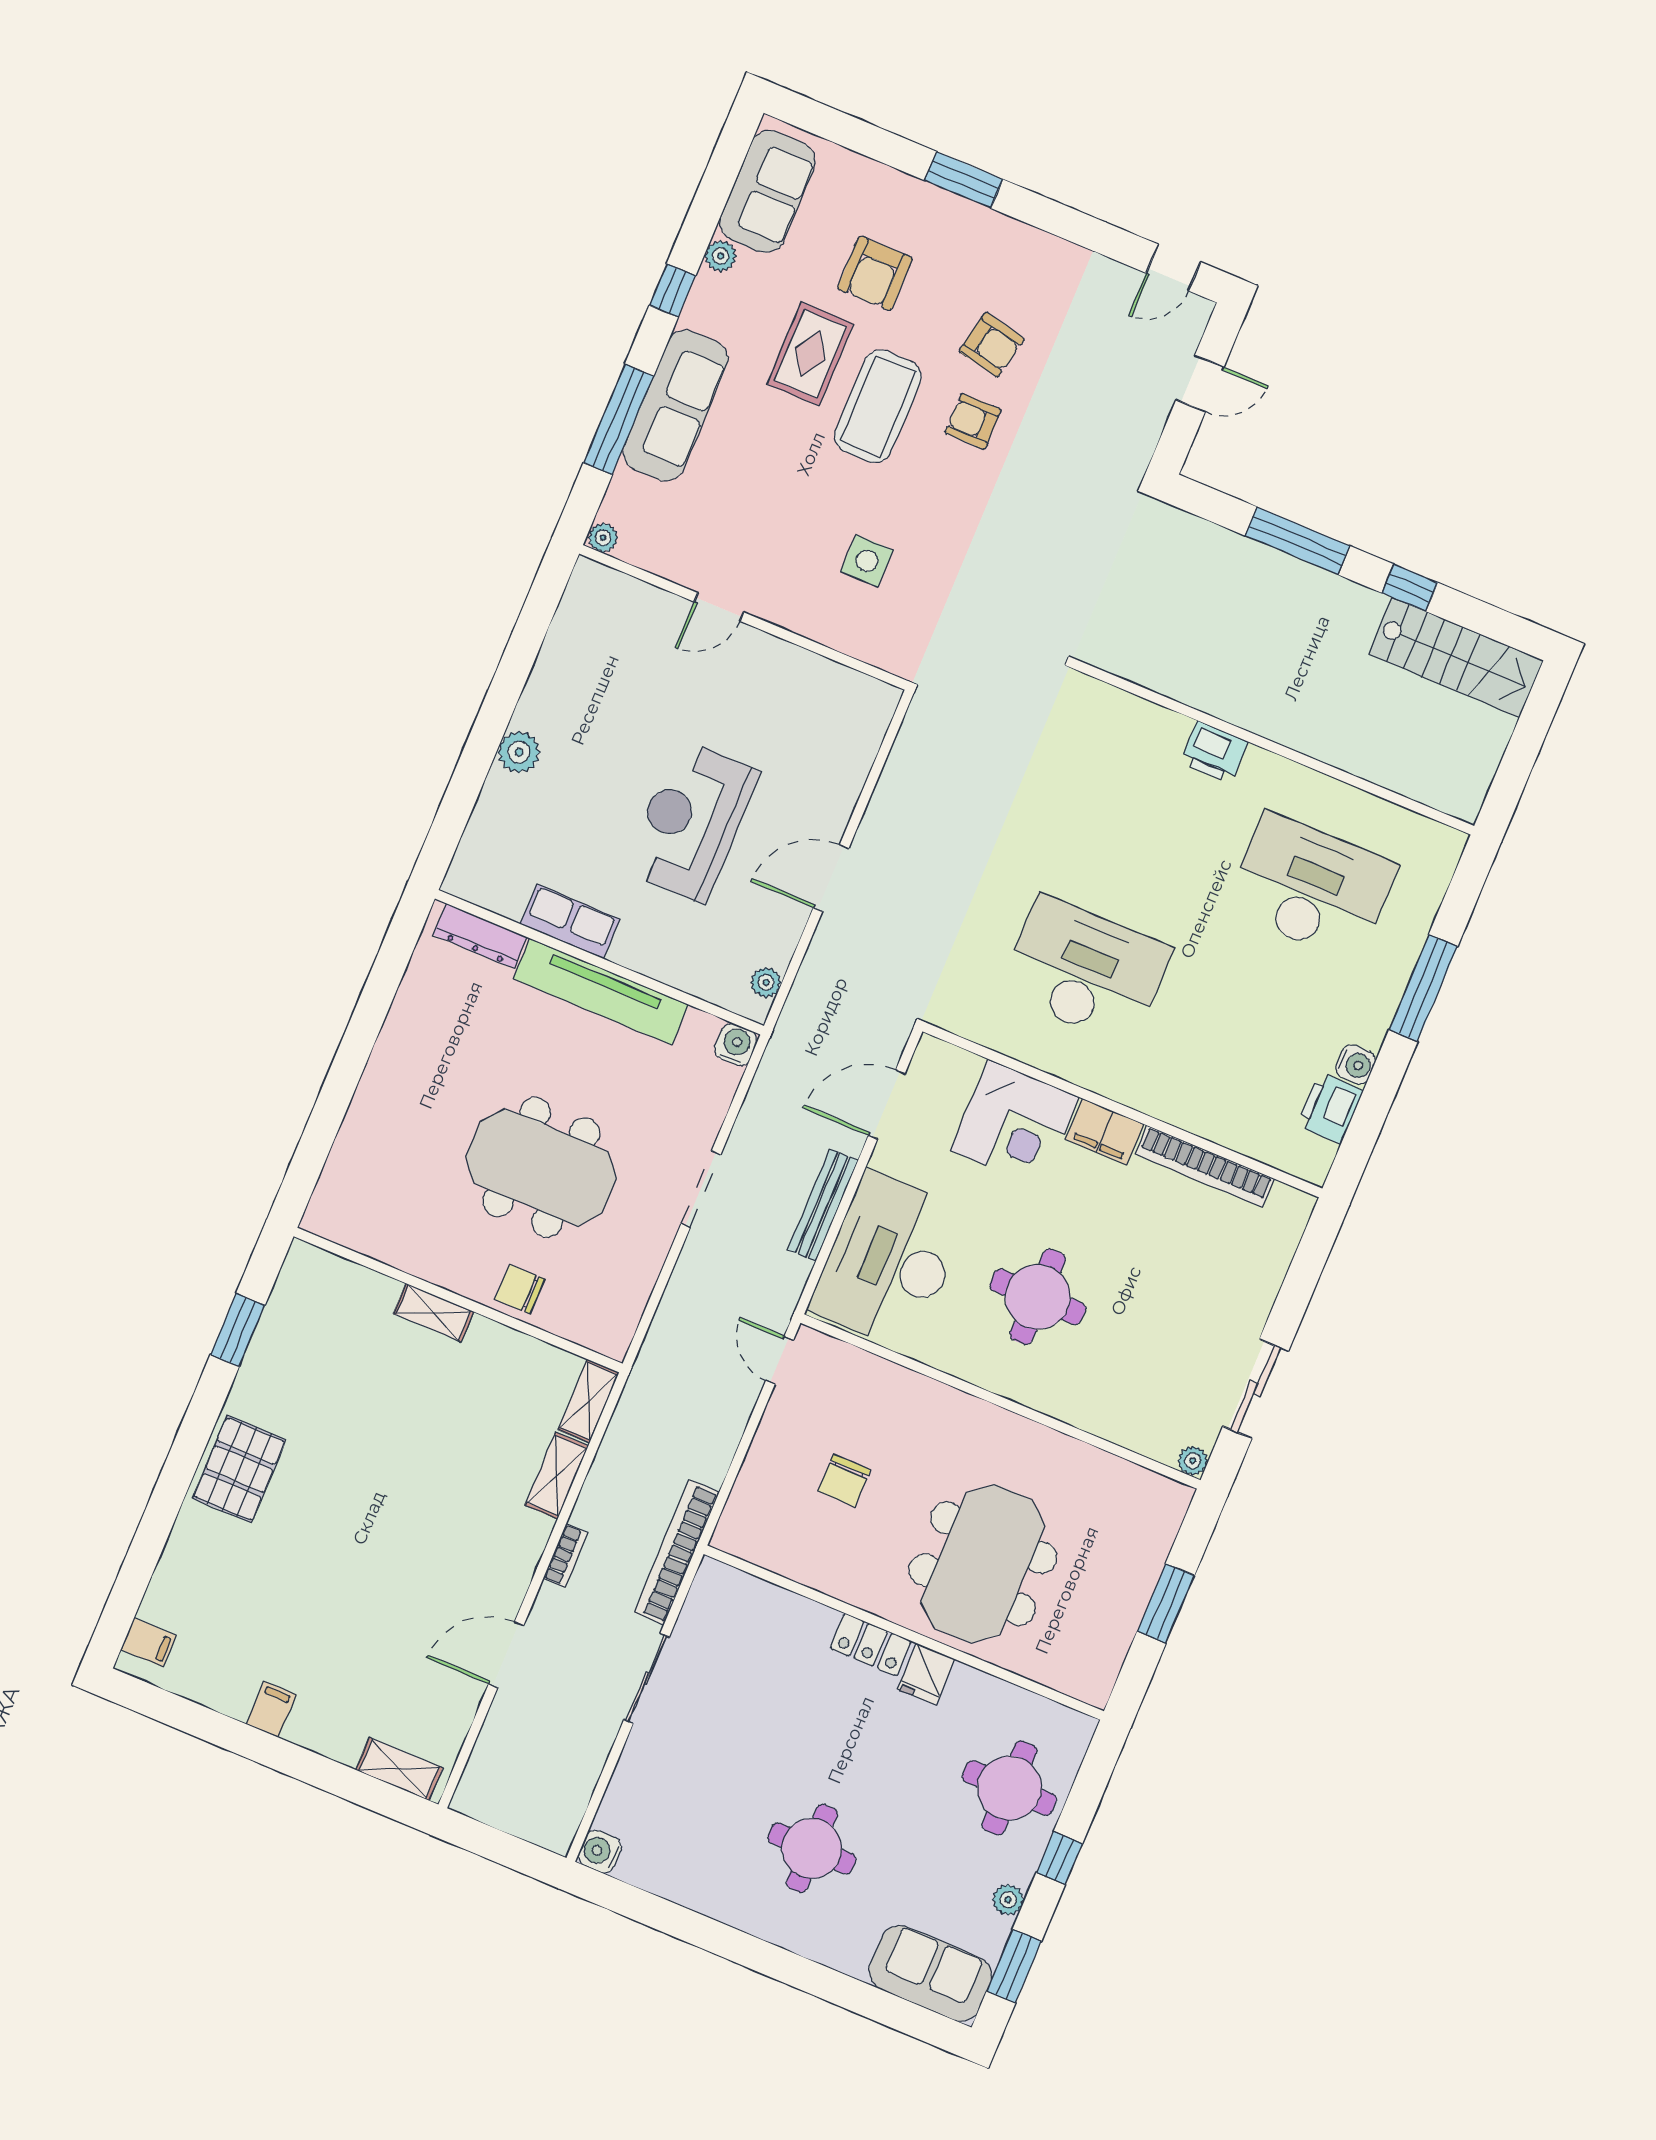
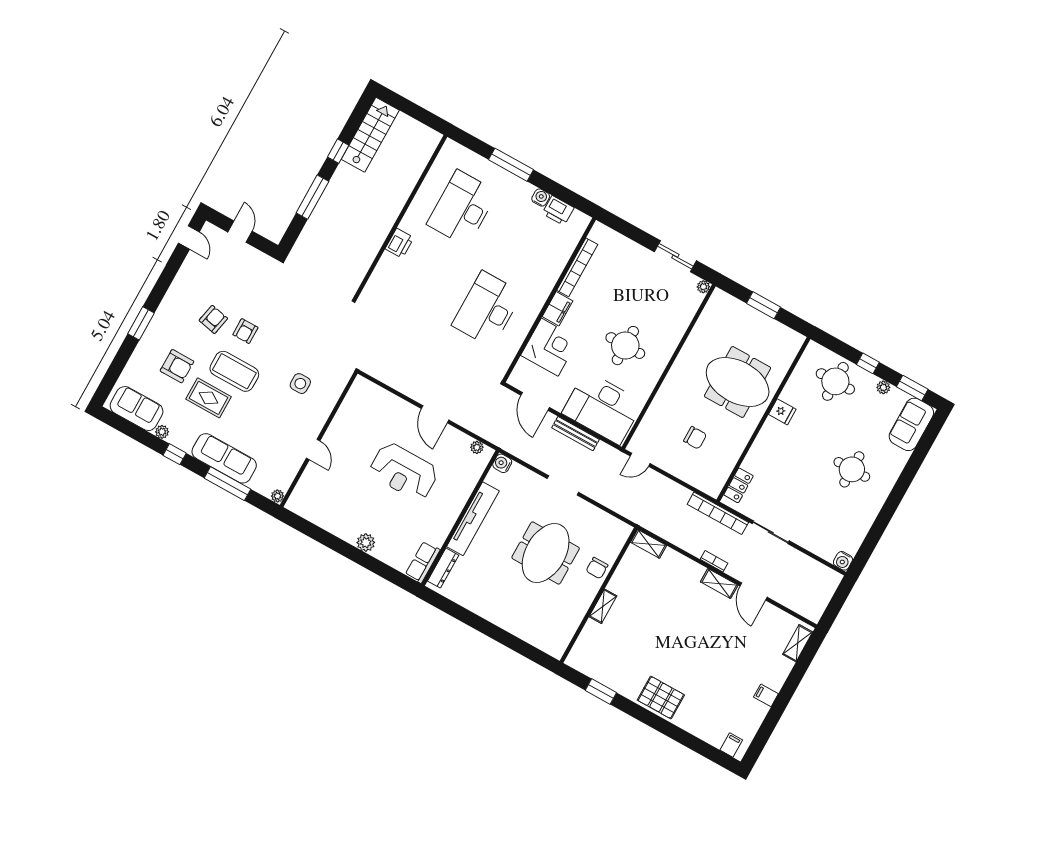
row of seats: (570, 922) -> (423, 562), moved
shelving: (557, 1476) -> (719, 584), moved
locker: (871, 1645) -> (739, 485), moved

